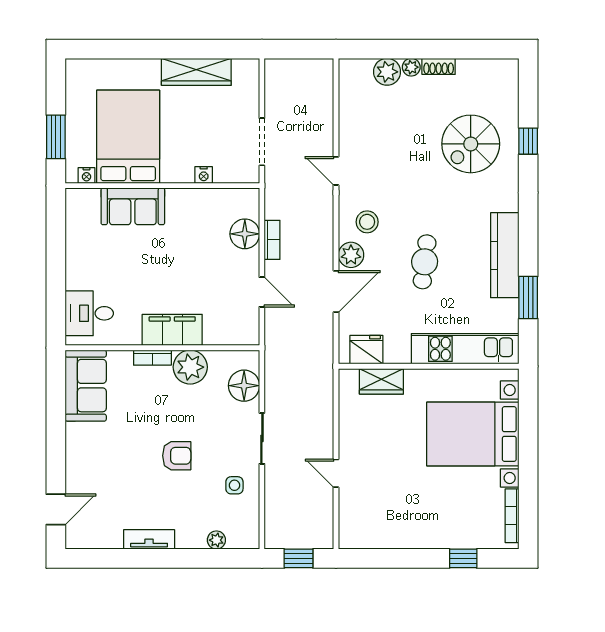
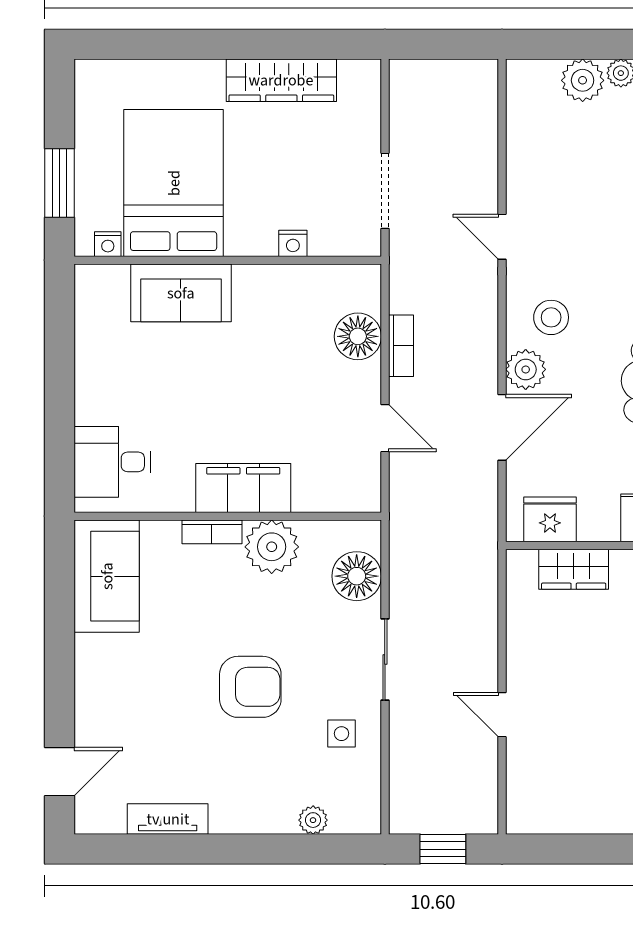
armchair: (177, 456) -> (250, 687), width x1.38, depth x1.38
tv unit: (149, 539) -> (168, 819), moved

